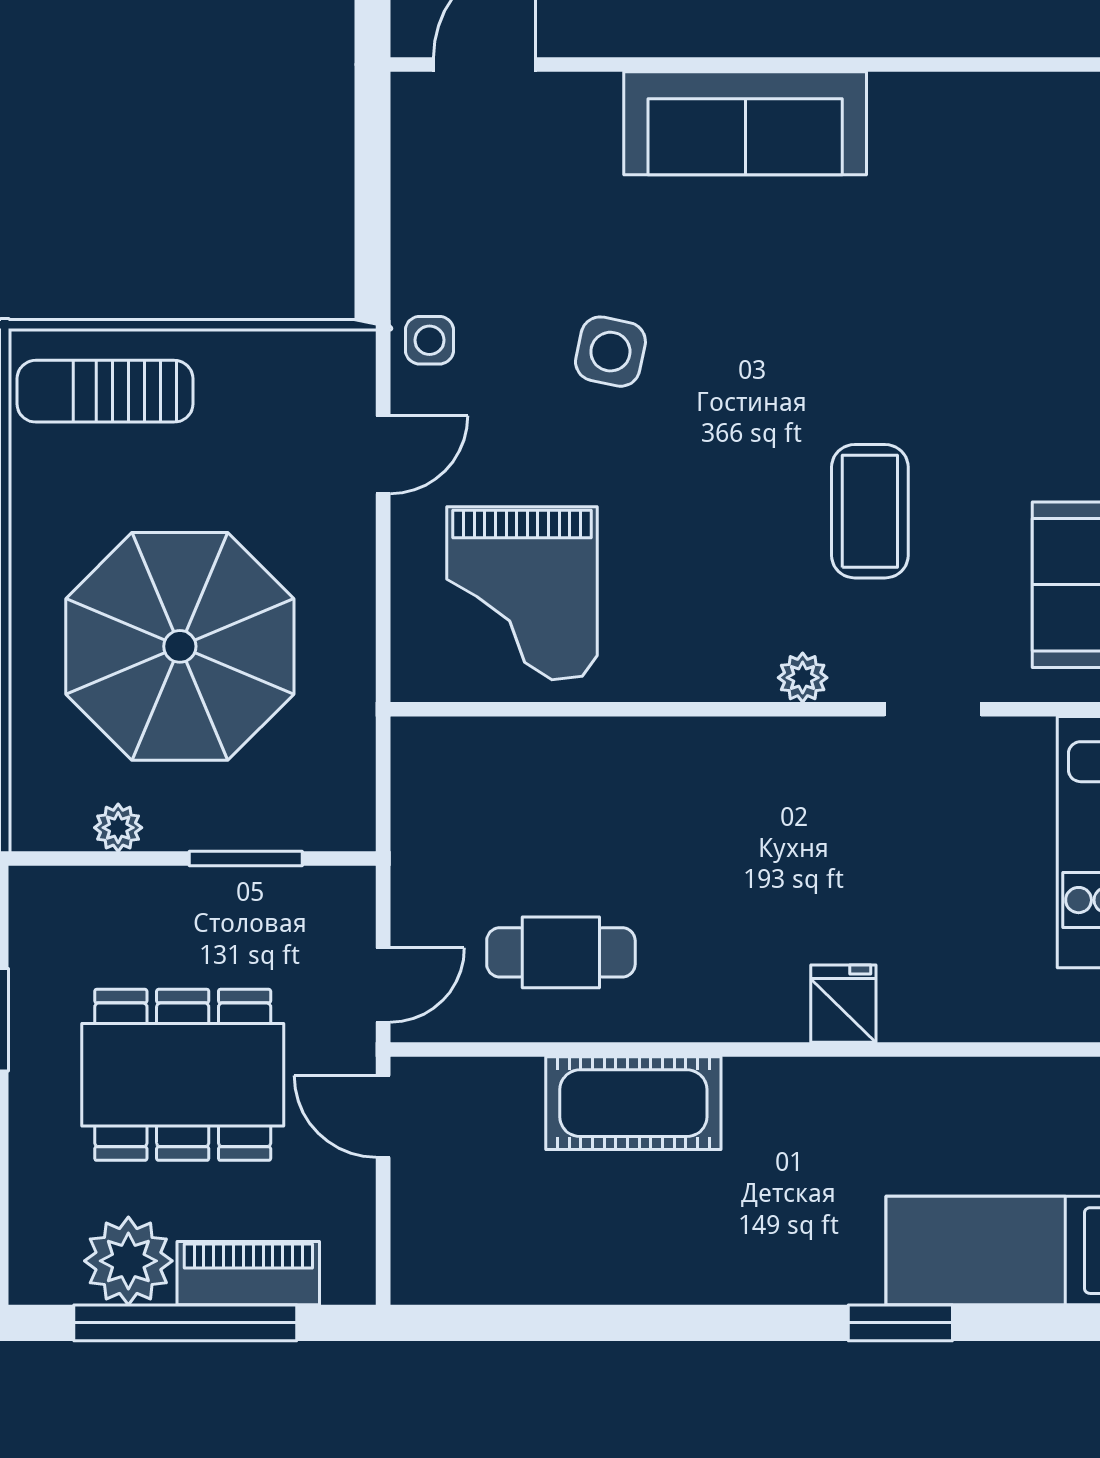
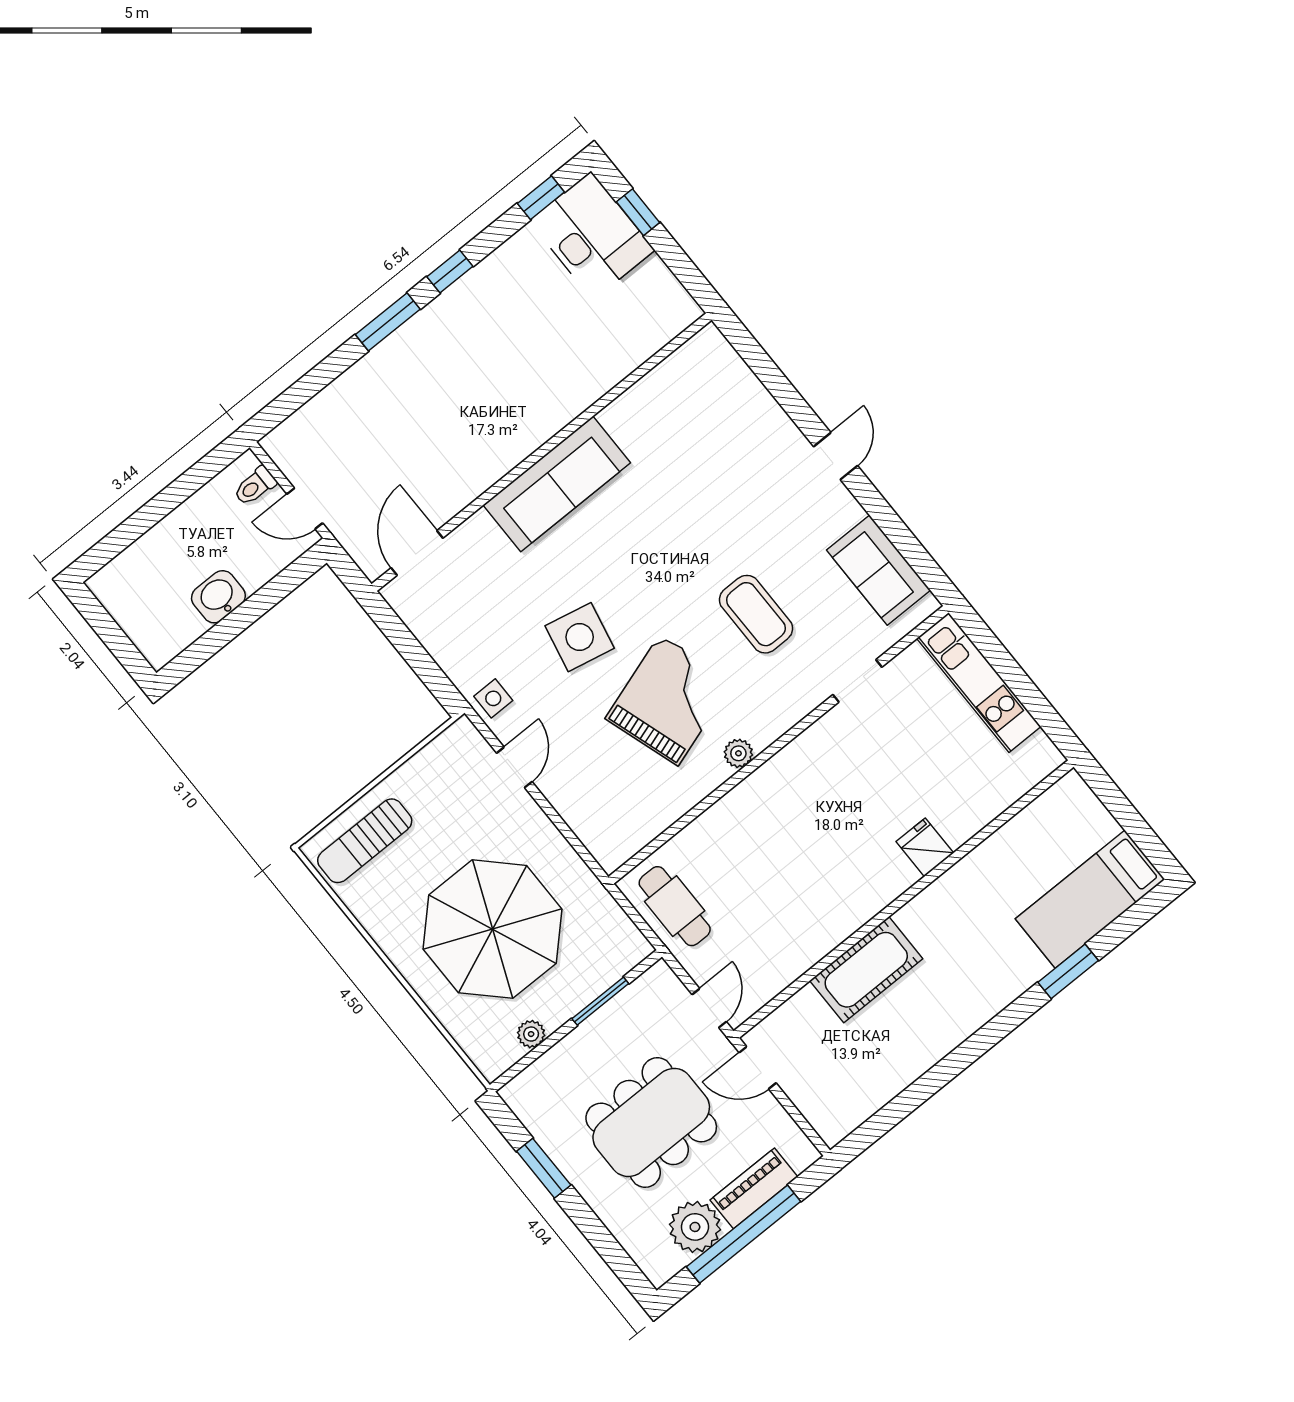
side table: (610, 352) -> (580, 637), width x1.37, depth x1.37
grand piano: (522, 593) -> (669, 700), moved, turned -108
plant: (803, 678) -> (738, 753), moved
cafe table: (561, 952) -> (675, 906), moved, turned 90

